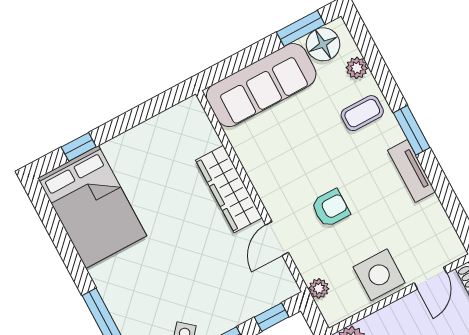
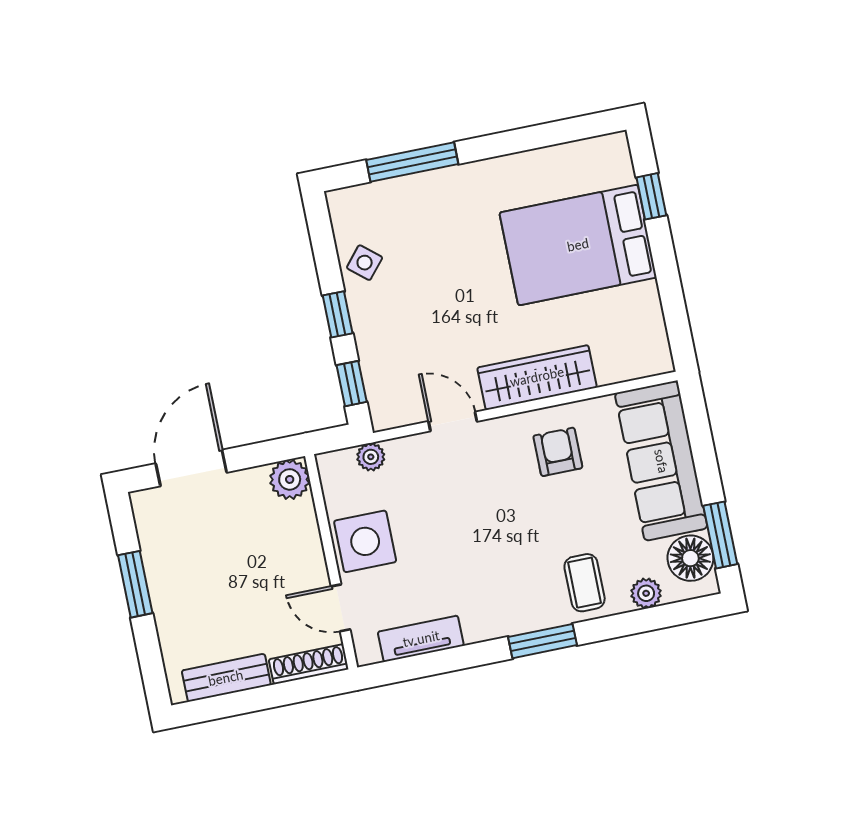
tv unit: (411, 171) -> (421, 639), moved
bed: (92, 207) -> (578, 245), moved
armchair: (331, 208) -> (558, 452), moved, turned 180

